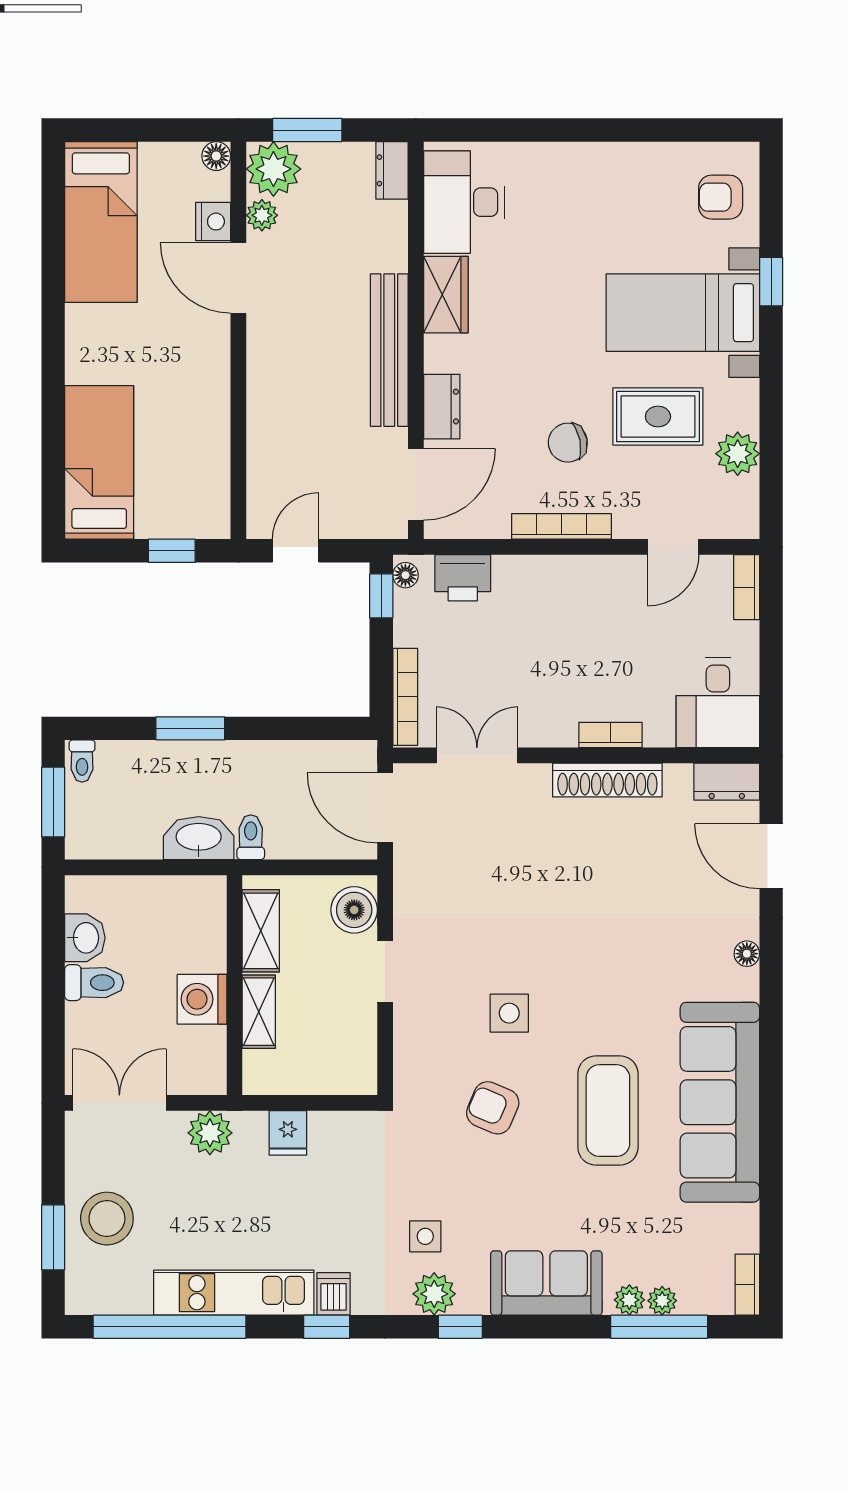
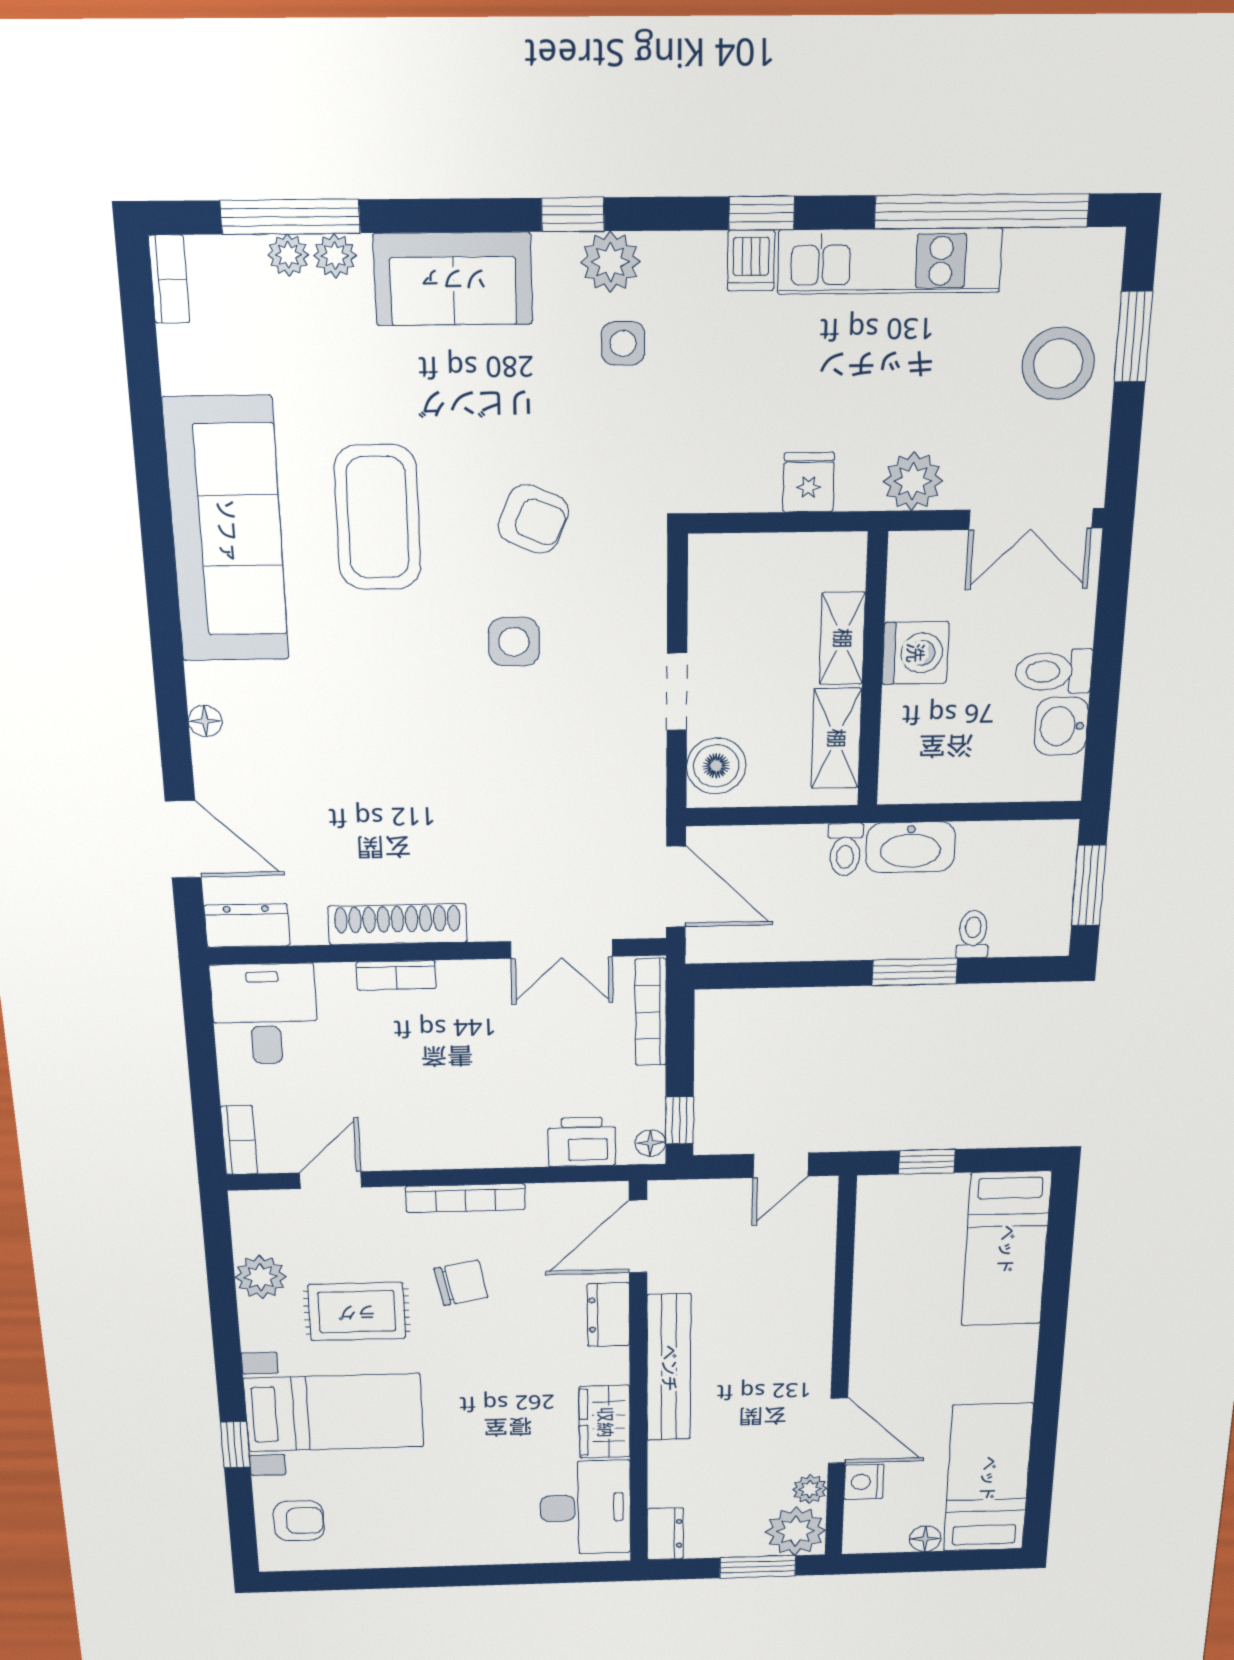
floor lamp: (216, 156) -> (925, 1539), moved
toilet: (82, 761) -> (973, 934), moved

